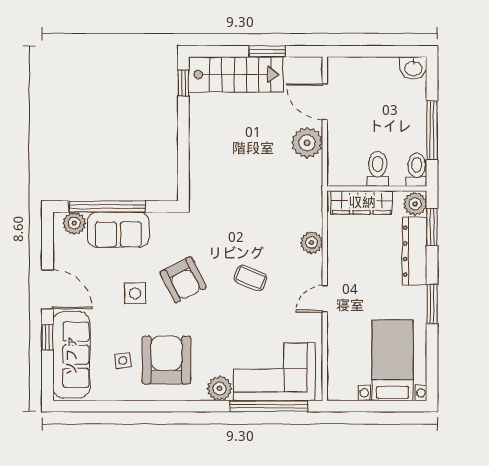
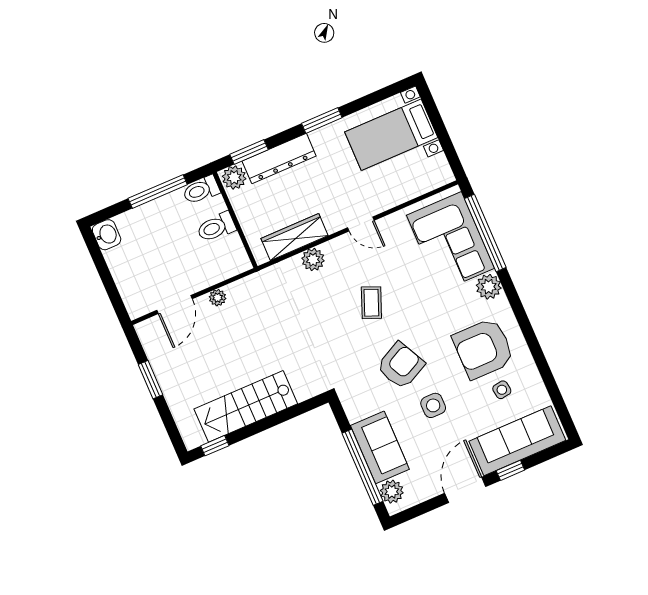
stairs: (236, 74) -> (246, 406), moved, turned -90
plant: (307, 143) -> (218, 298), width x0.53, depth x0.53
wardrobe: (362, 202) -> (294, 237), moved, turned -90

